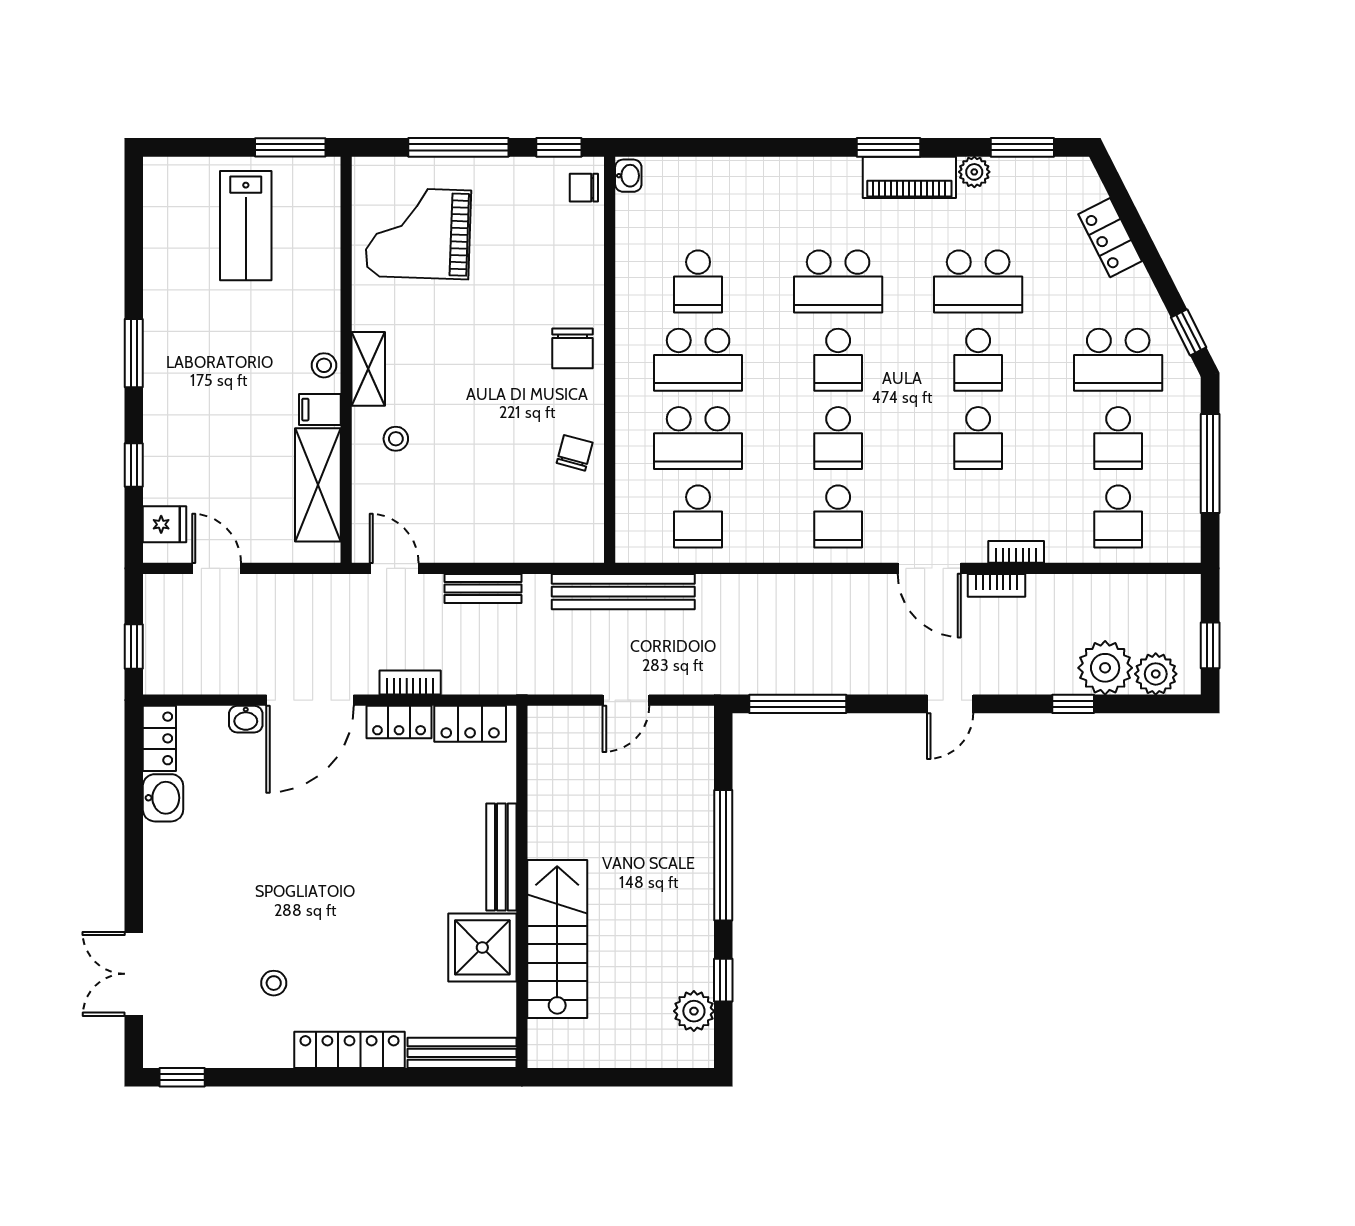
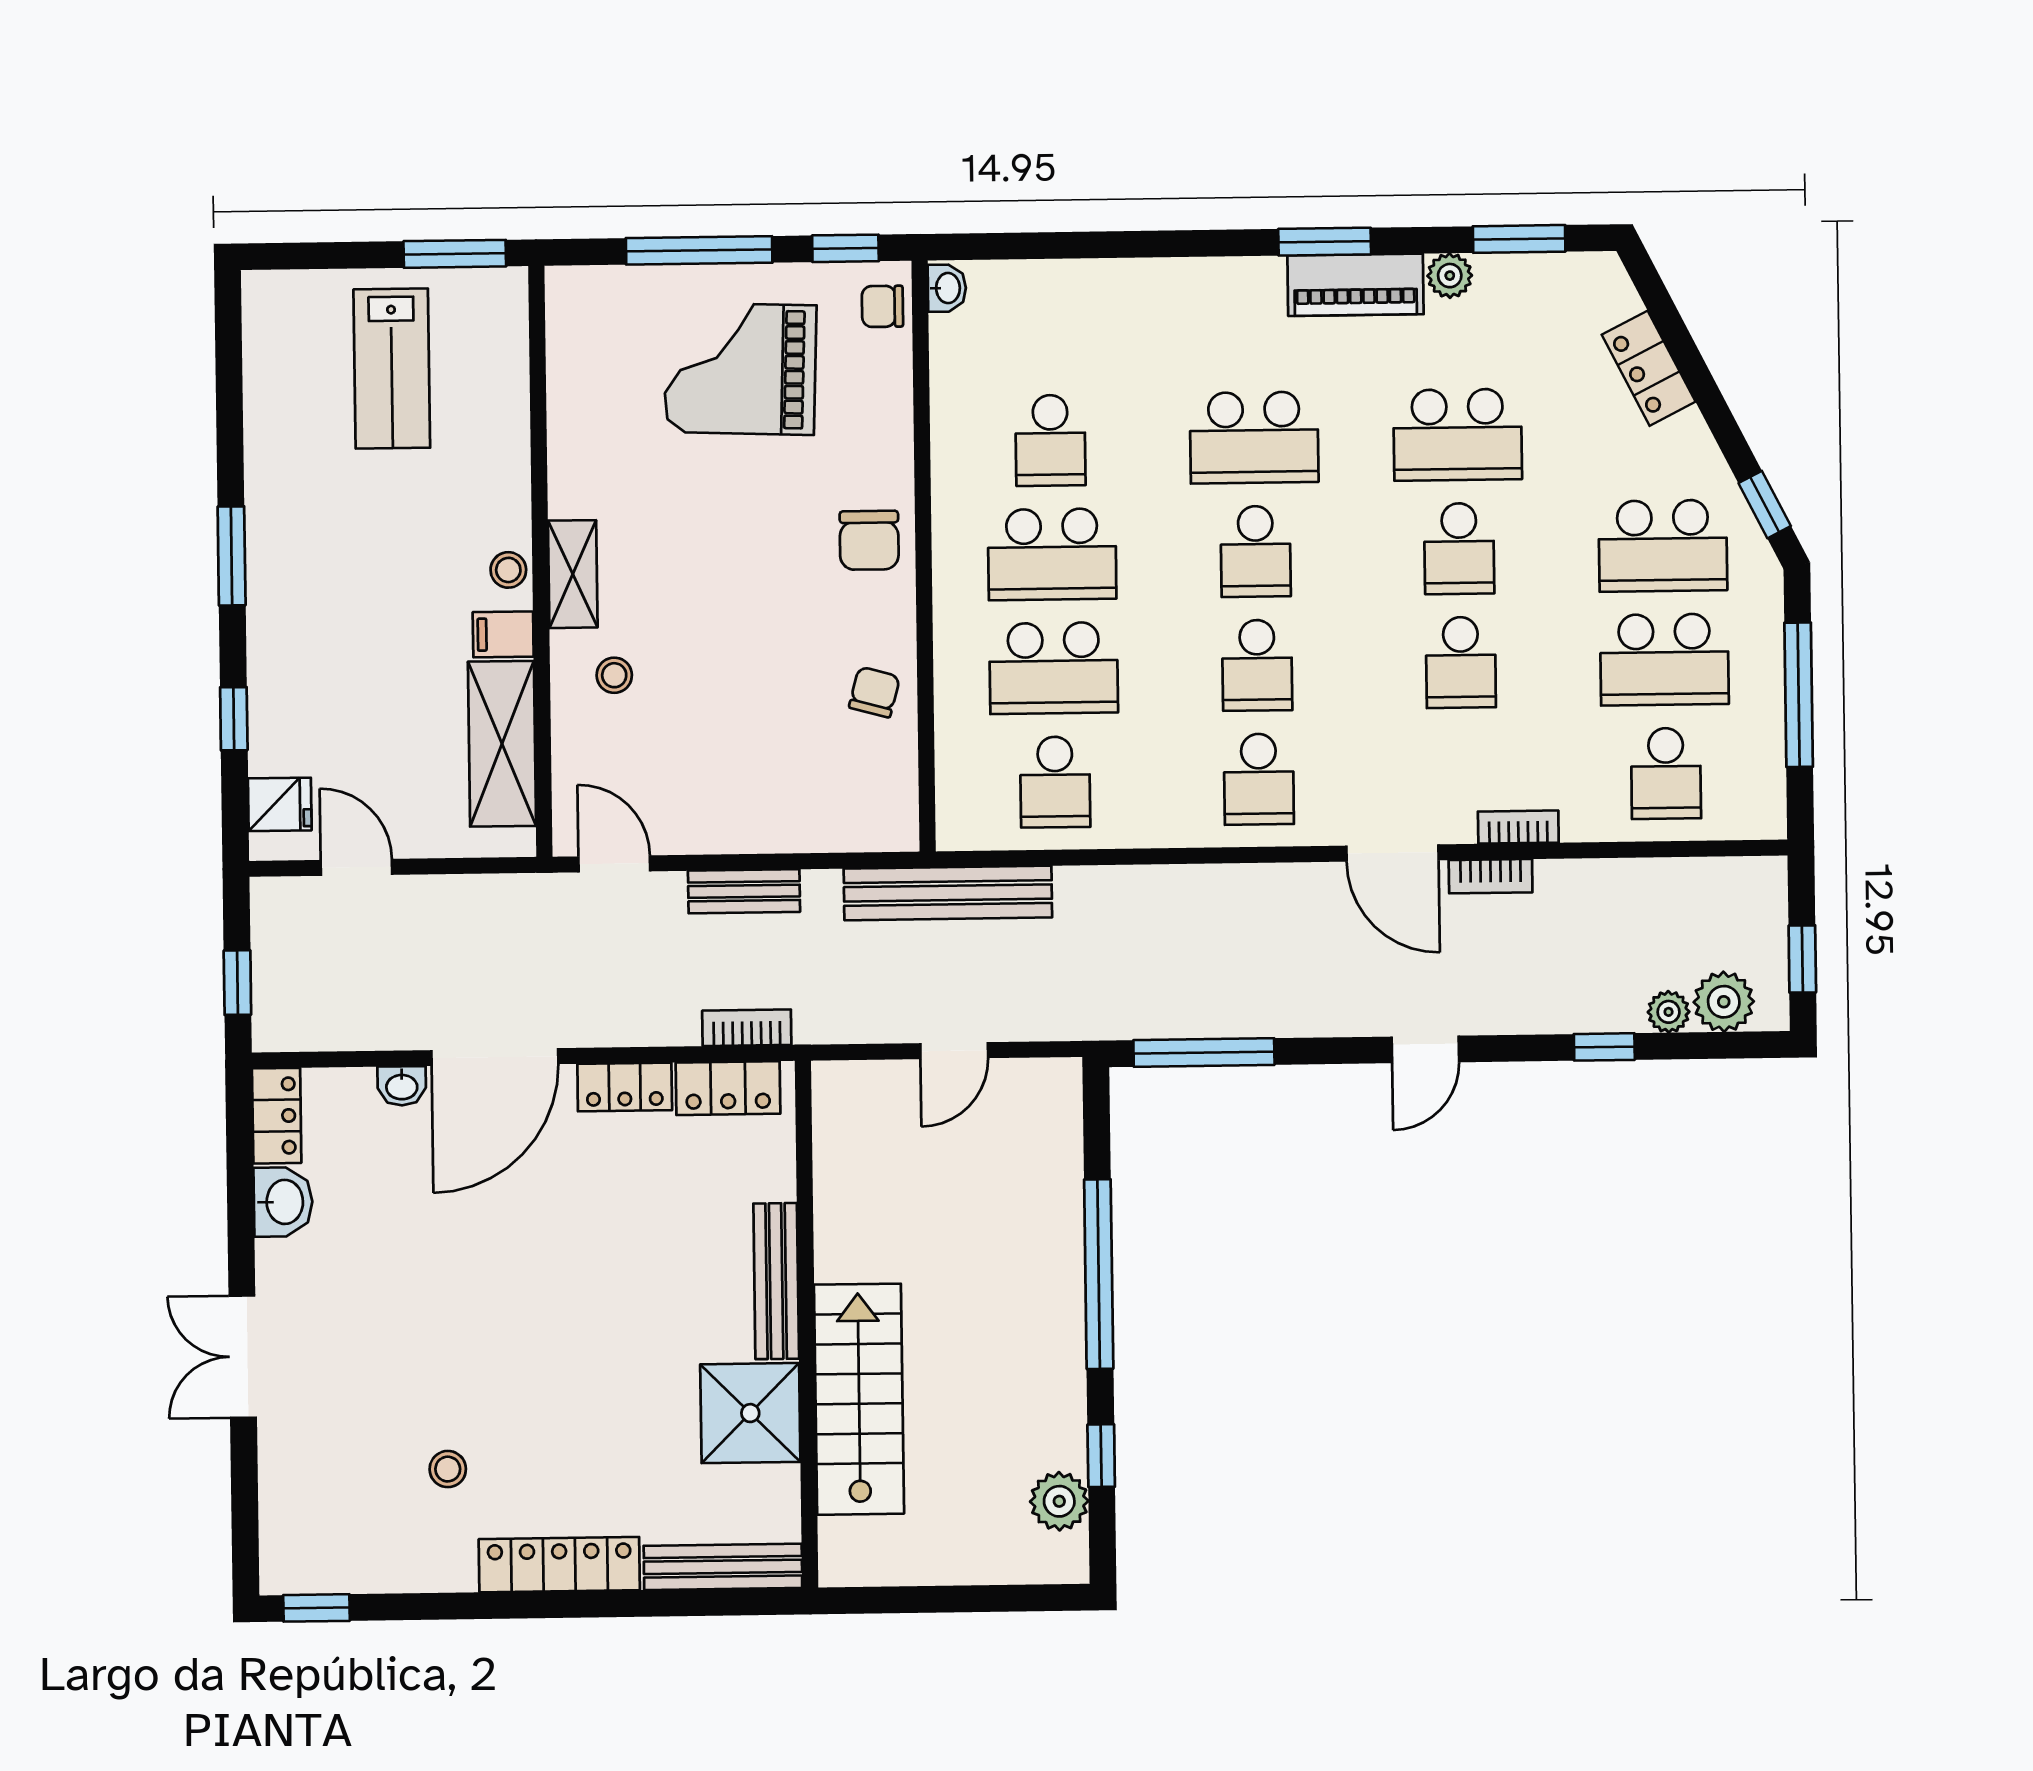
grand piano: (418, 233) -> (740, 369), moved
school desk: (1118, 438) -> (1664, 660), width x1.85
plant: (1105, 668) -> (1669, 1012), width x0.53, depth x0.53
bookcase: (410, 683) -> (747, 1028), moved
double door: (134, 974) -> (243, 1357), moved

